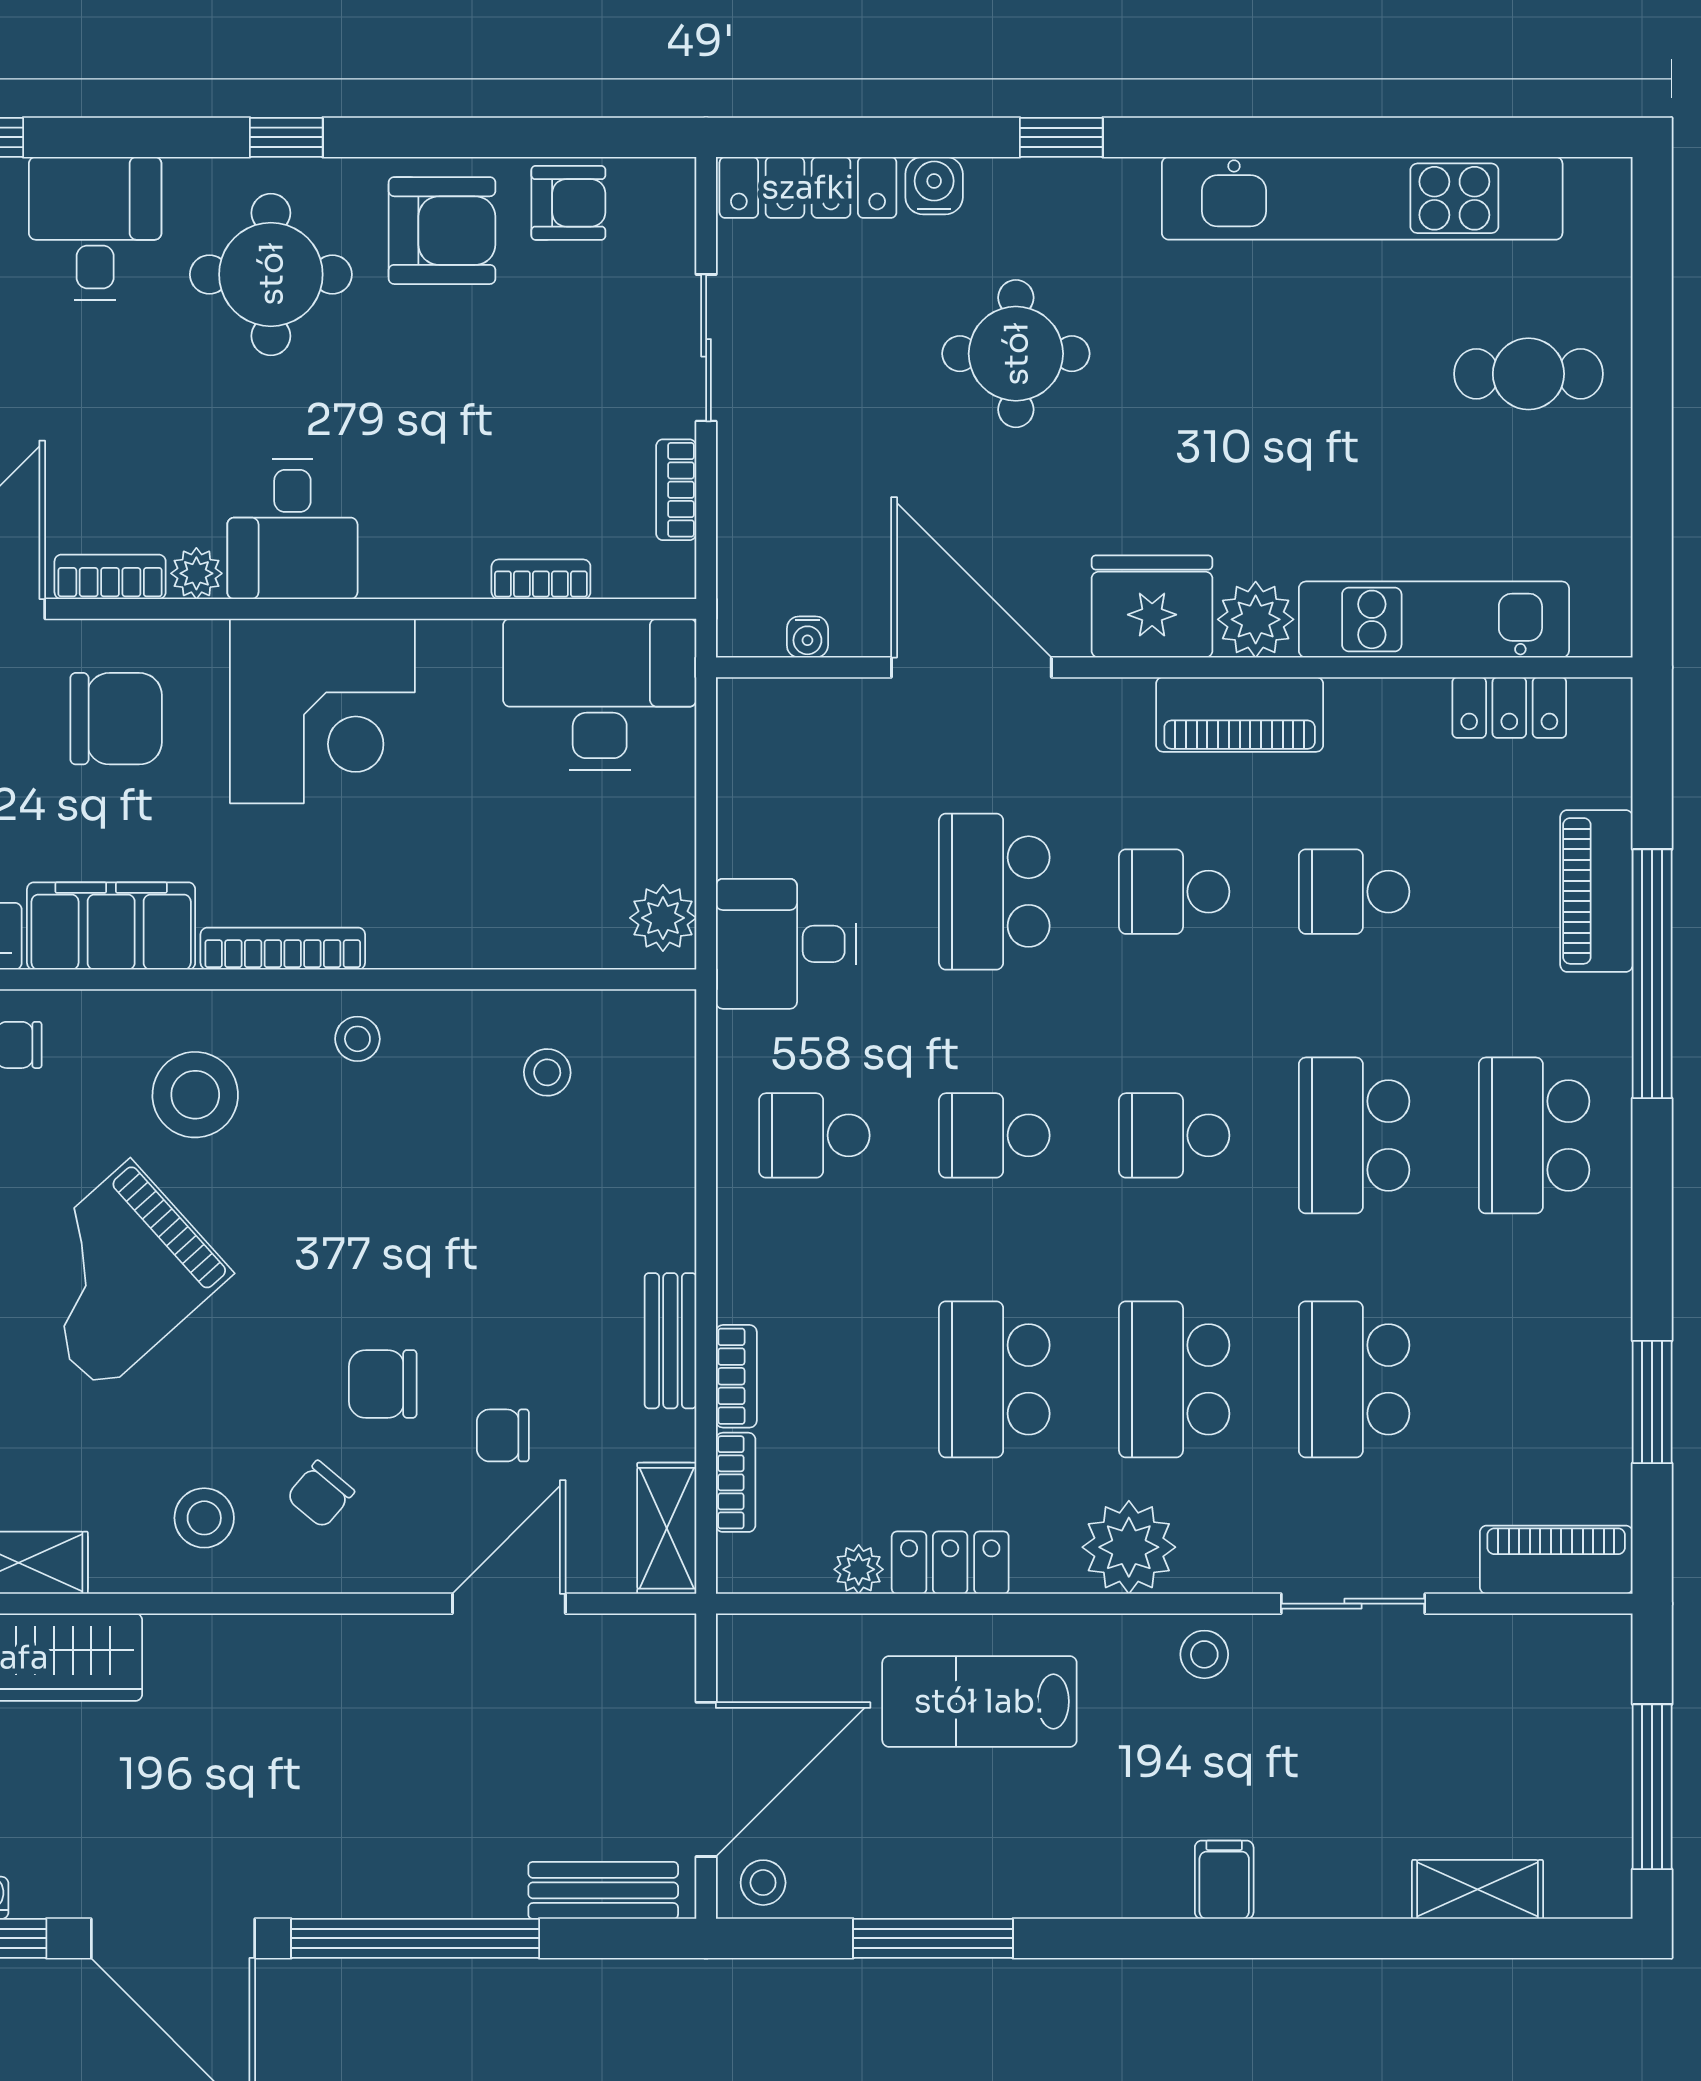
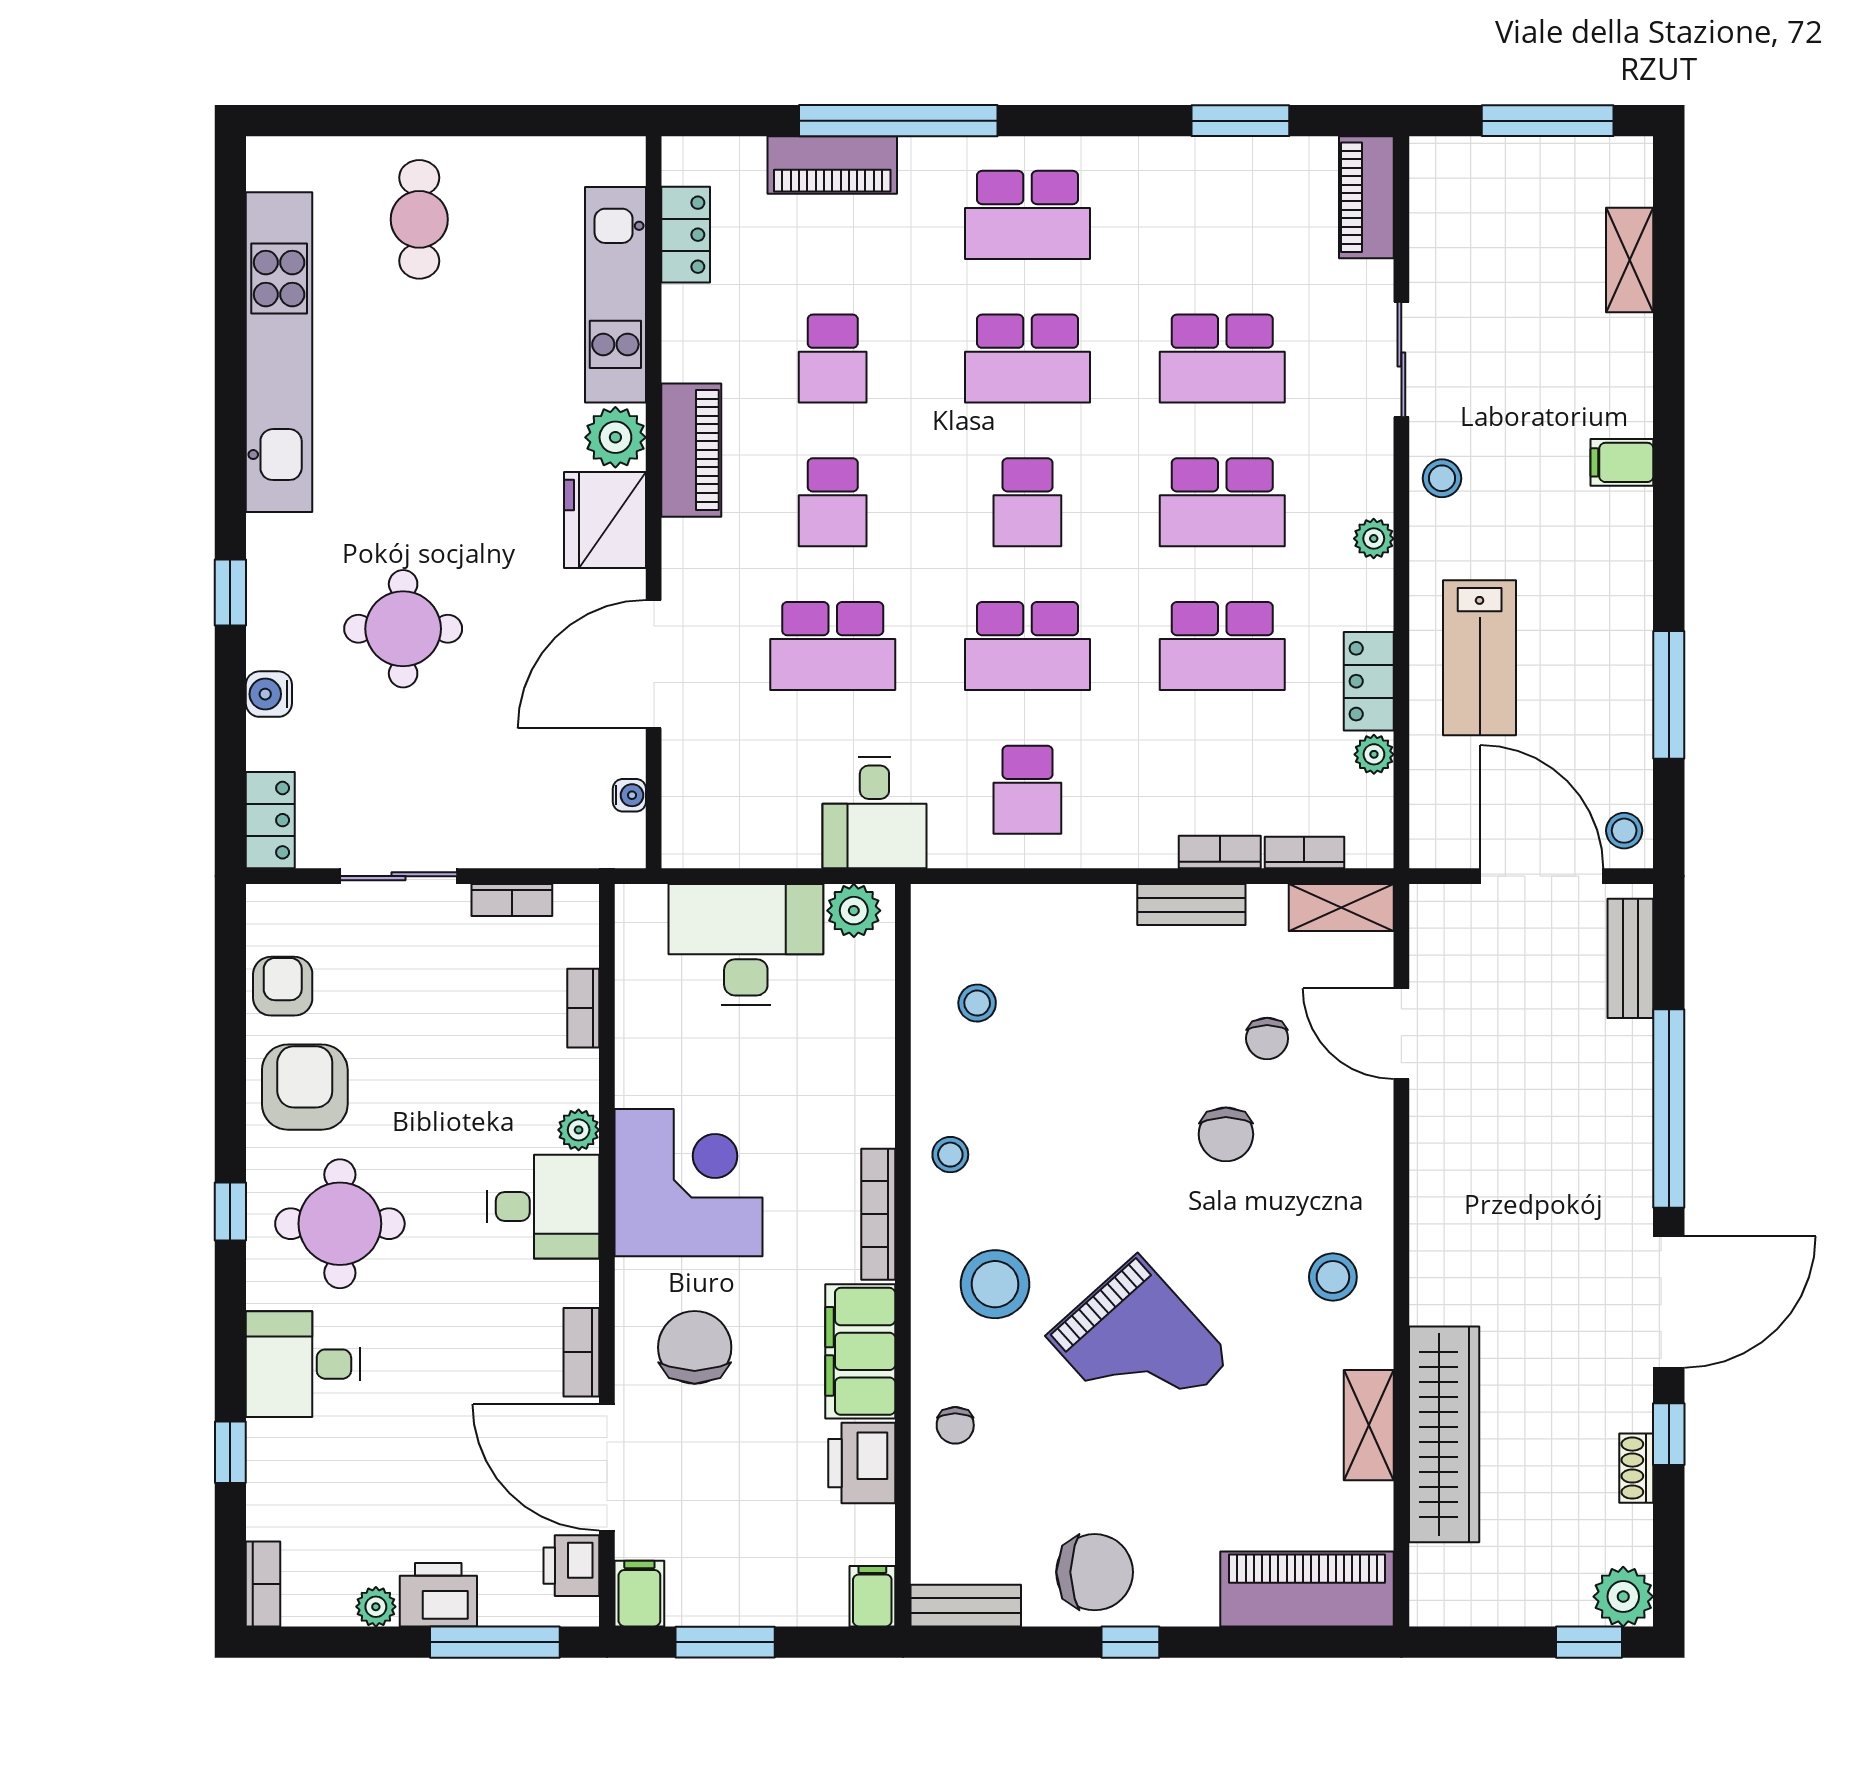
locker: (808, 187) -> (270, 820), width x0.66
plant: (196, 573) -> (579, 1130), moved
desk: (600, 694) -> (746, 945), moved, turned 90
school desk: (994, 1135) -> (1027, 646), width x1.85
chair: (320, 1494) -> (1314, 1184), removed
plant: (1129, 1547) -> (1374, 539), width x0.53, depth x0.53

